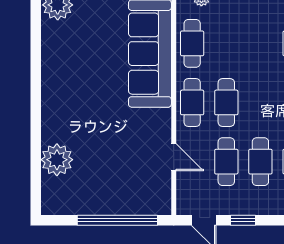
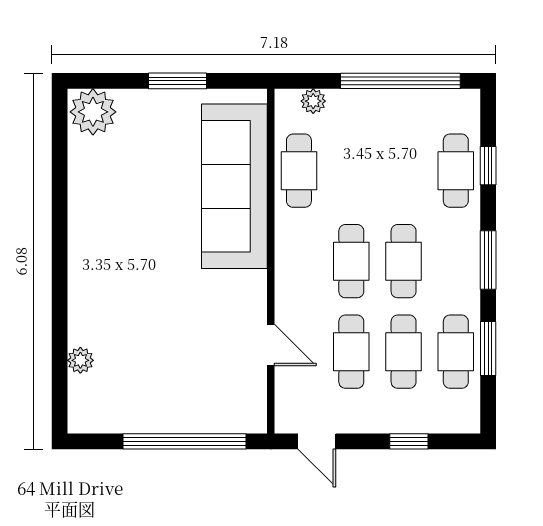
cafe table: (192, 102) -> (404, 261), moved
plant: (57, 160) -> (80, 360), width x0.53, depth x0.53
window: (243, 220) -> (409, 441), moved

